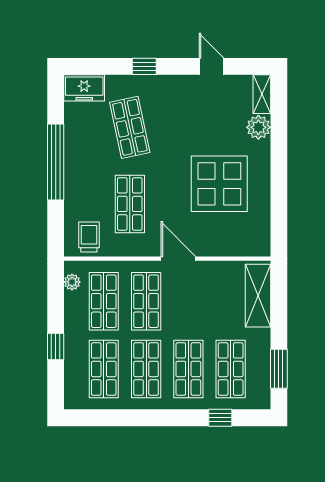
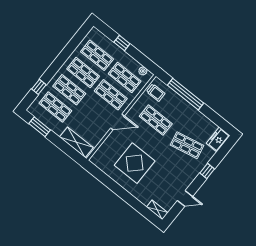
plant: (258, 127) -> (145, 198), removed
window: (56, 162) -> (186, 94), moved

